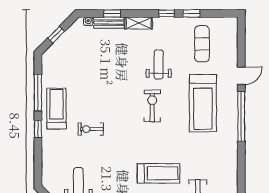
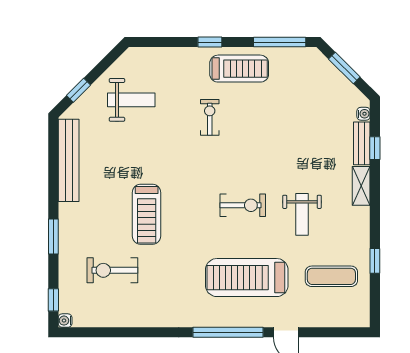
window: (166, 13) -> (375, 226), removed
window: (56, 35) -> (344, 68), width x1.50
weight bench: (159, 64) -> (302, 214), turned 90
window: (38, 93) -> (280, 42), moved

